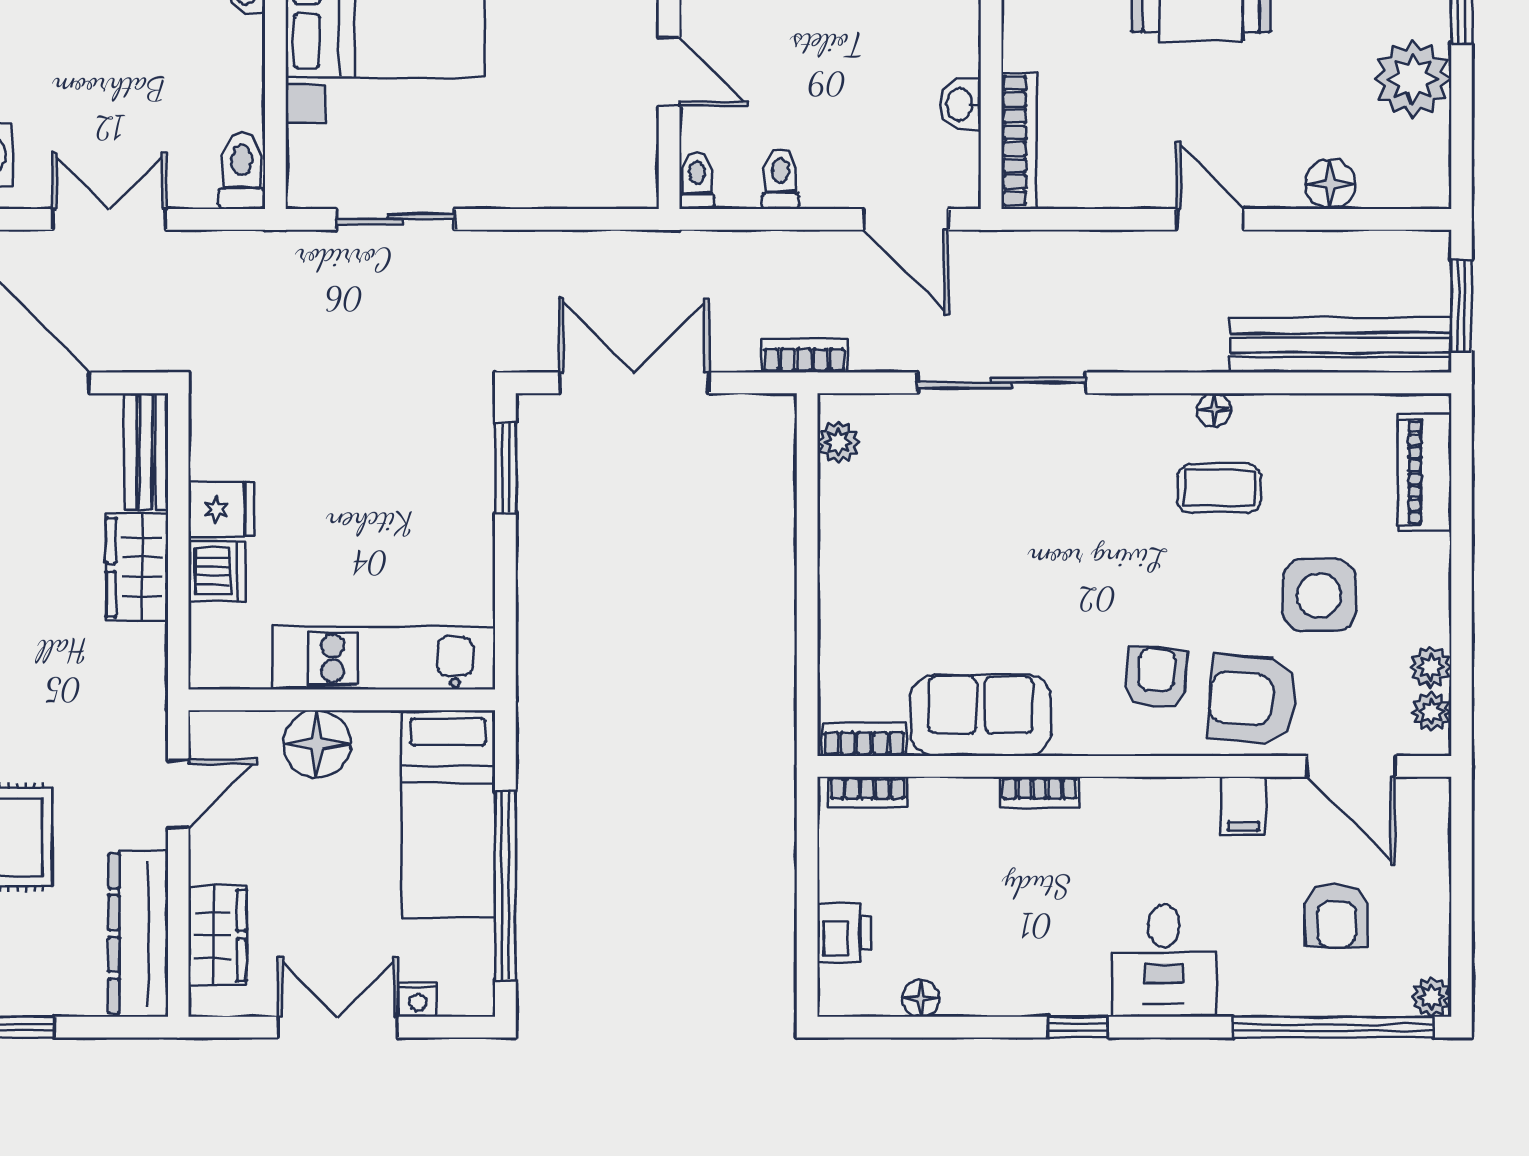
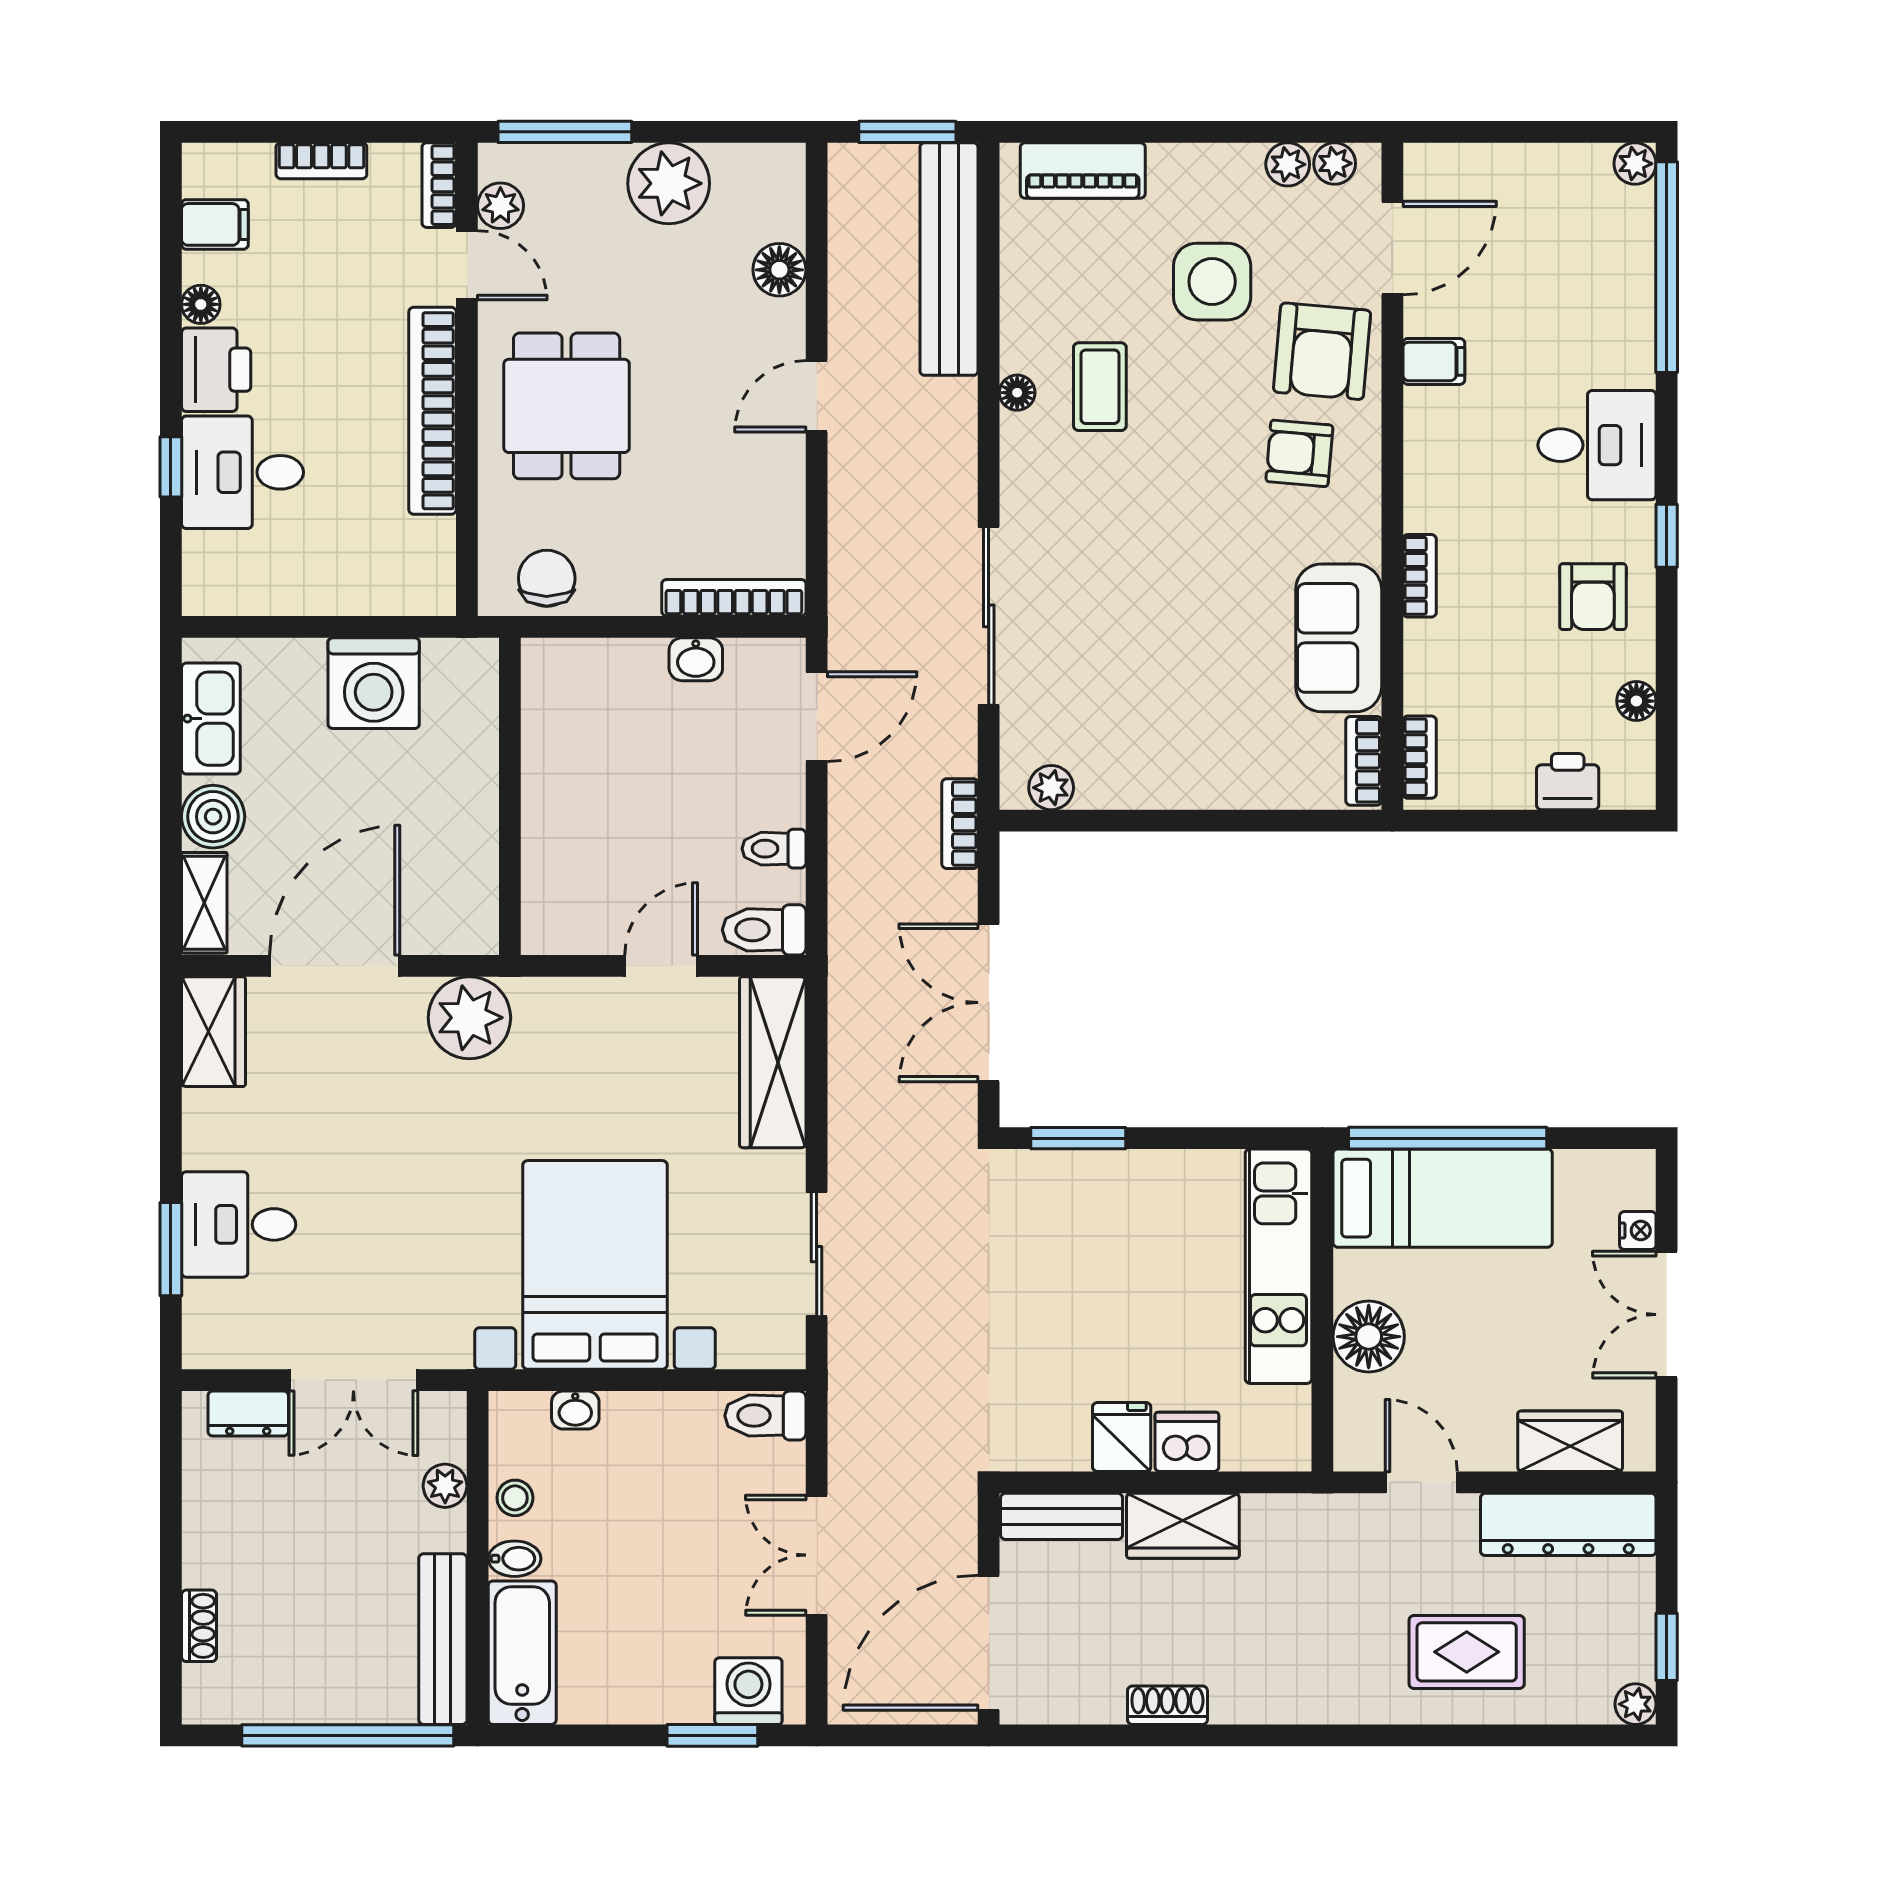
wardrobe: (578, 178) -> (773, 1062), added
toilet: (697, 181) -> (764, 930), width x1.37, depth x1.39
window: (505, 886) -> (1448, 1138), moved
armchair: (1336, 915) -> (1593, 597), moved, turned 90

